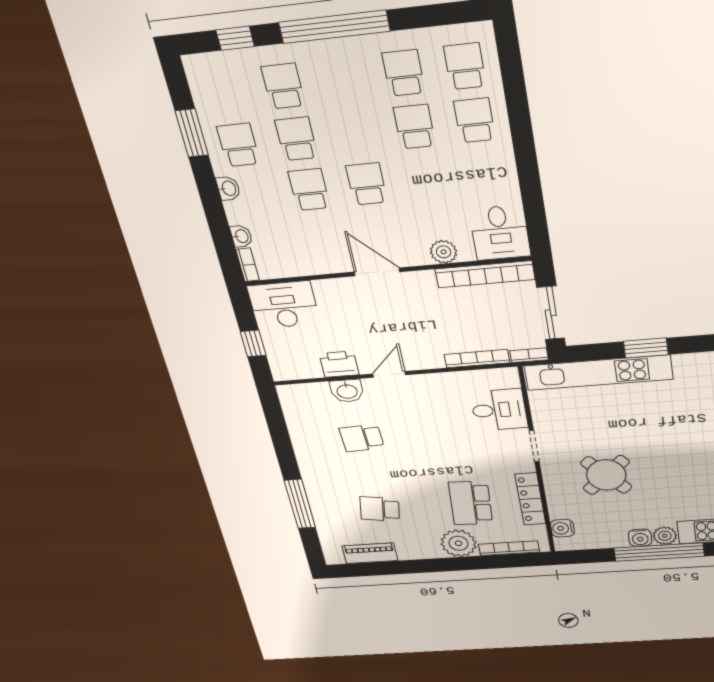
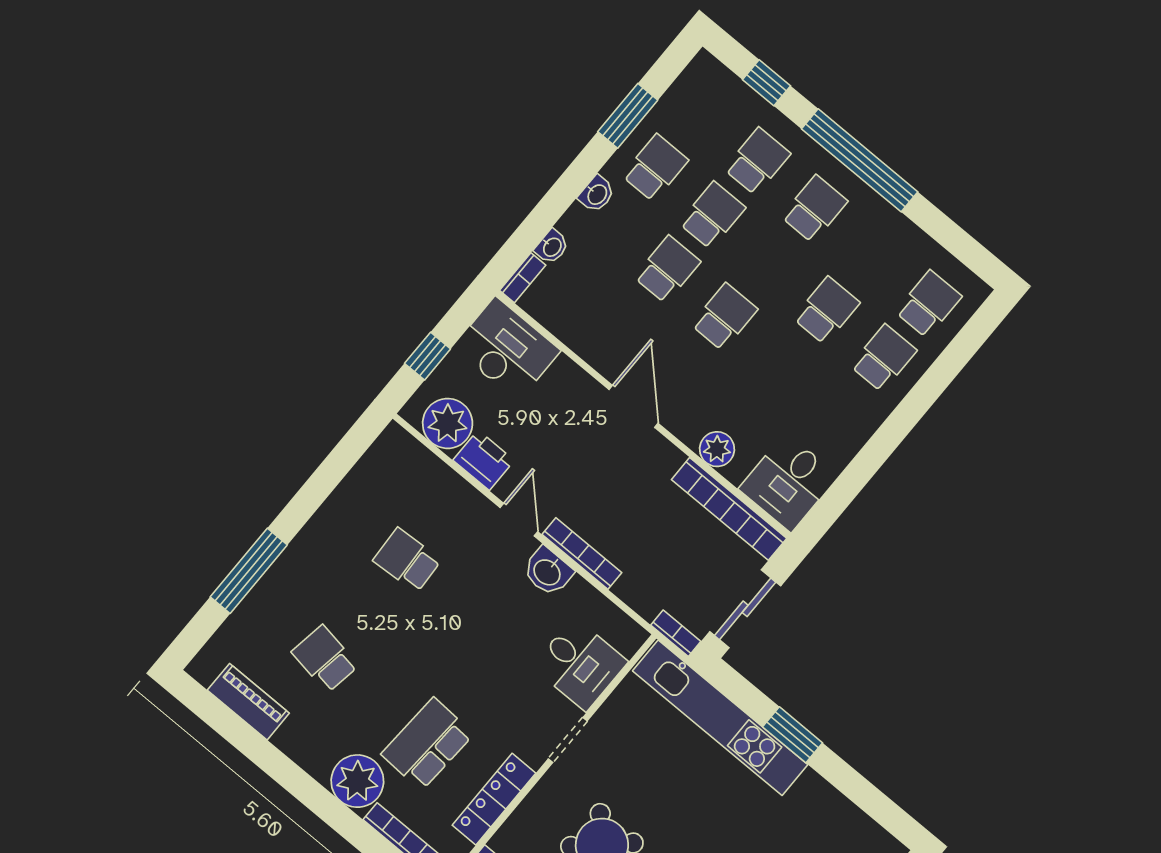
school desk: (404, 73) -> (814, 209), moved
bookcase: (477, 359) -> (582, 553), moved
plant: (302, 364) -> (448, 423), added
door: (389, 374) -> (519, 520), hinge flipped
washbasin: (347, 391) -> (548, 572), moved

